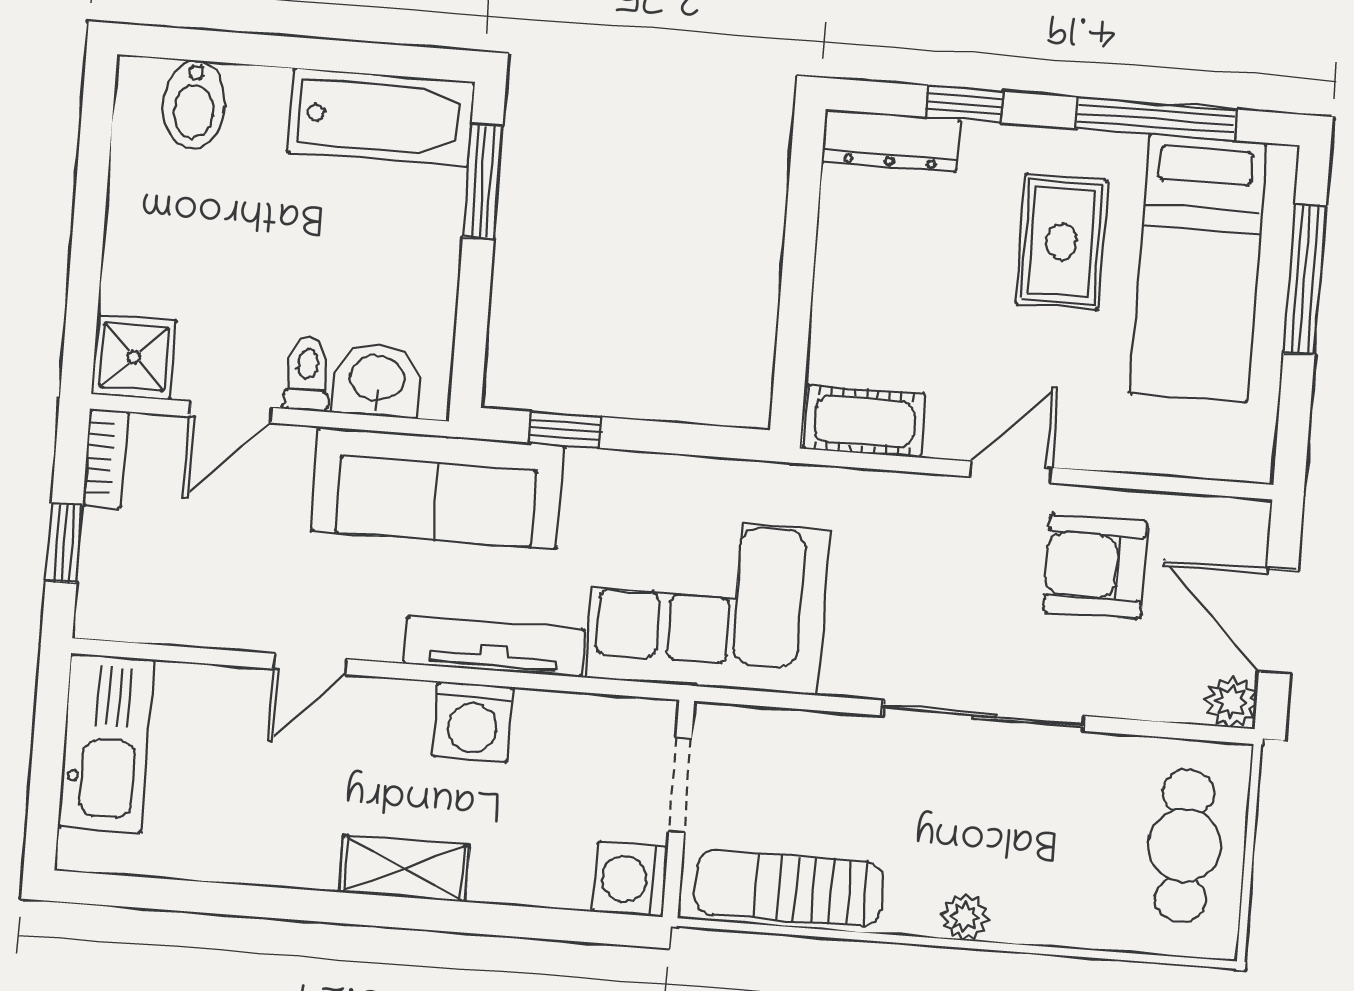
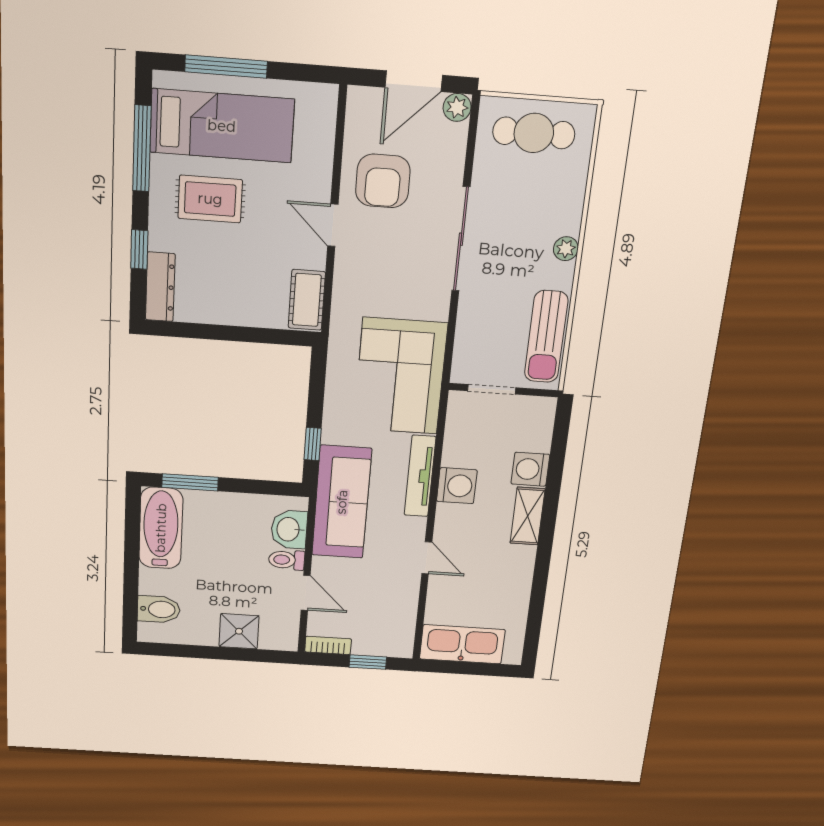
shower: (134, 357) -> (239, 631), moved
washing machine: (630, 879) -> (530, 469), moved, turned 90

